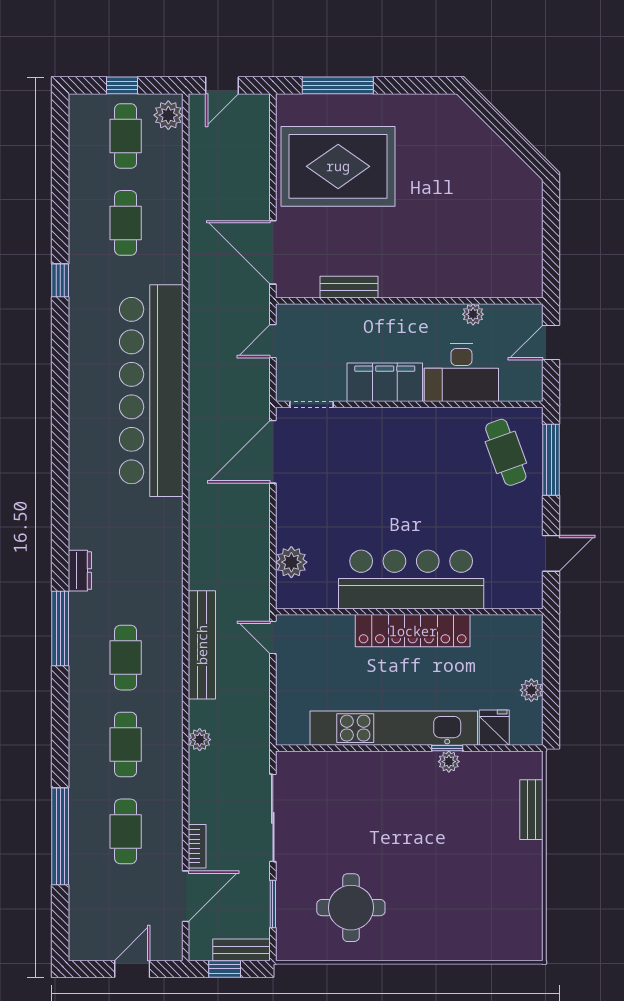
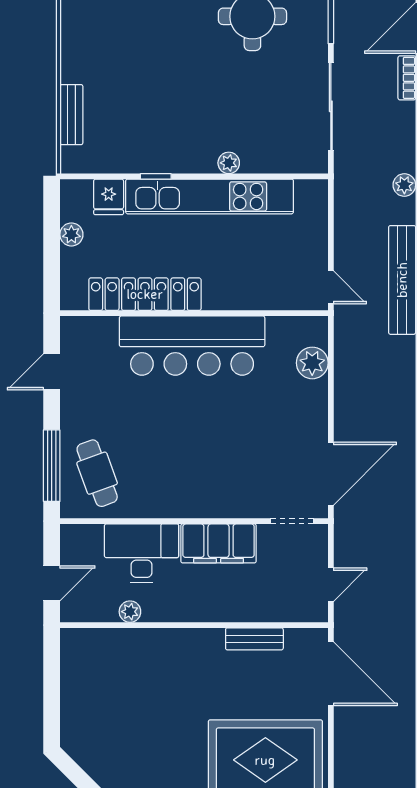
locker: (413, 631) -> (145, 294), moved
plant: (449, 762) -> (229, 163), moved

